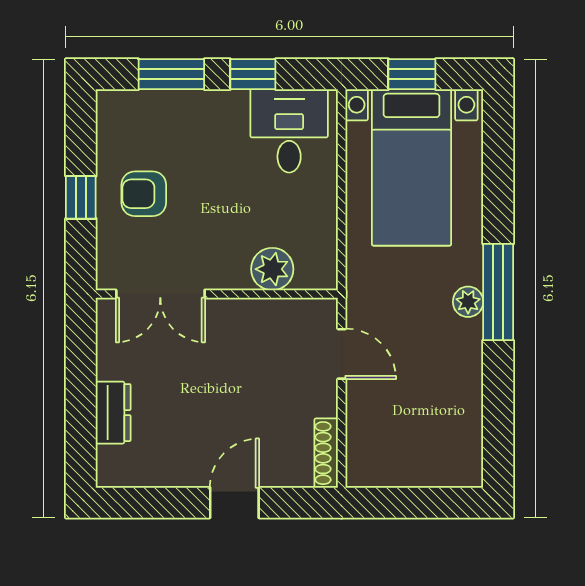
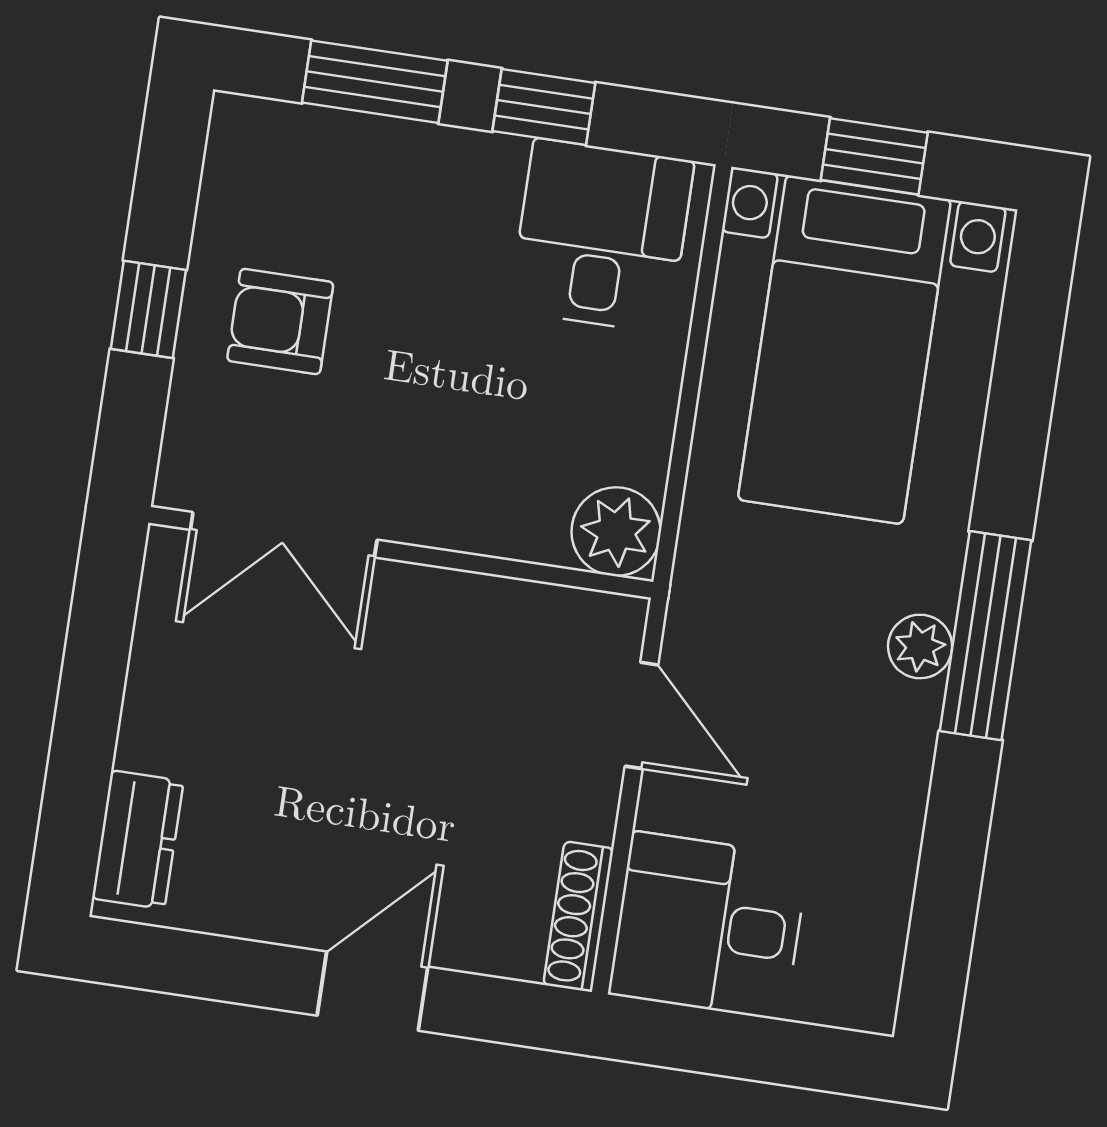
plant: (272, 269) -> (616, 532), moved
dresser: (113, 413) -> (138, 840), moved
desk: (388, 448) -> (709, 926), added

